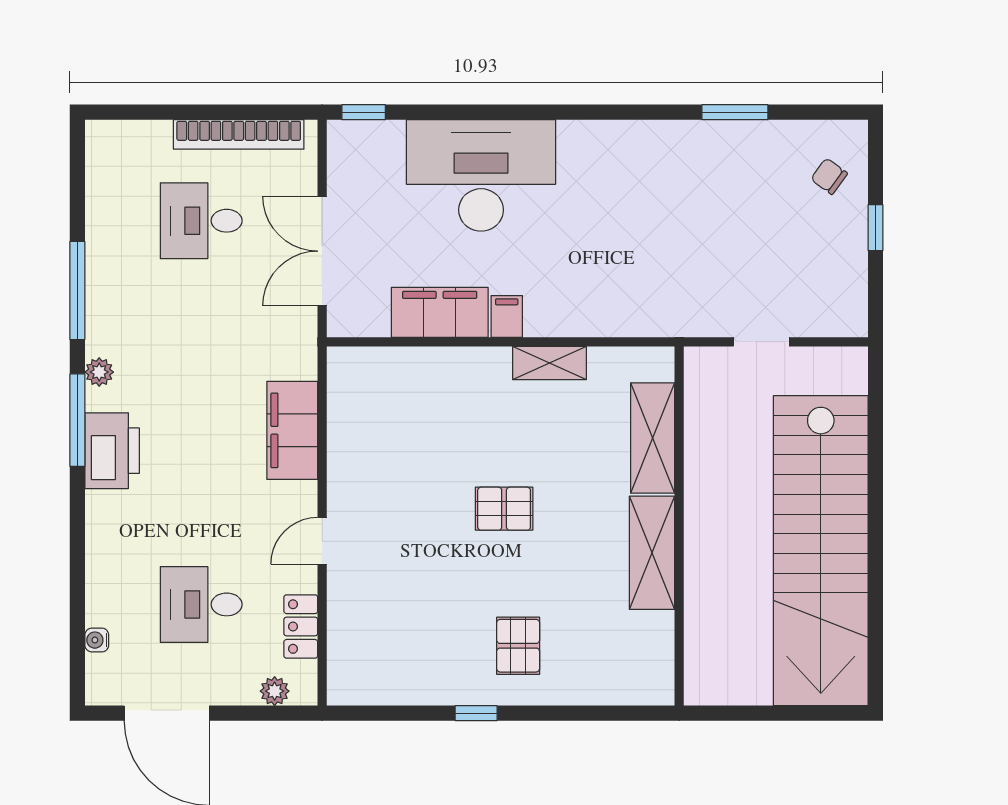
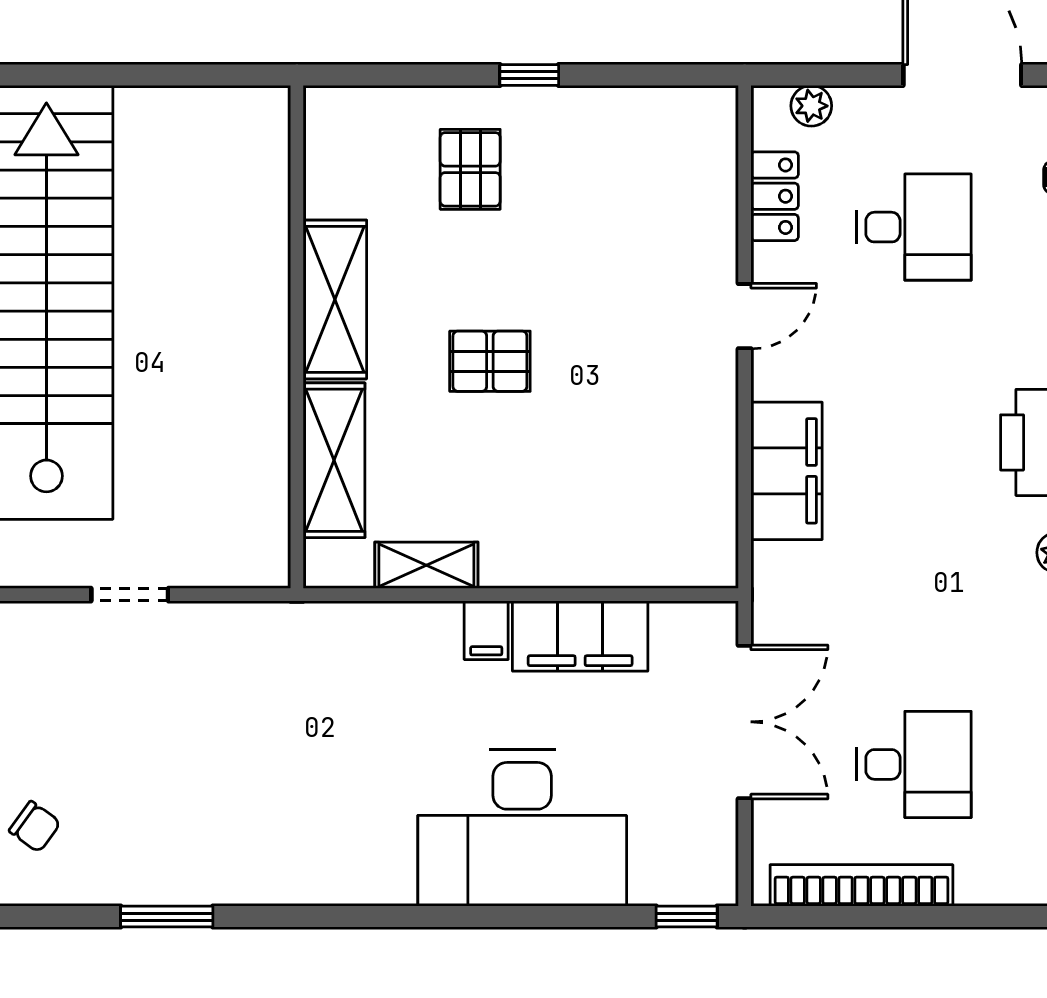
shelving: (653, 438) -> (334, 460), moved
wall: (679, 526) -> (297, 337), moved
shelving: (652, 553) -> (335, 299), moved

